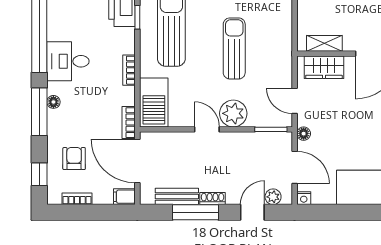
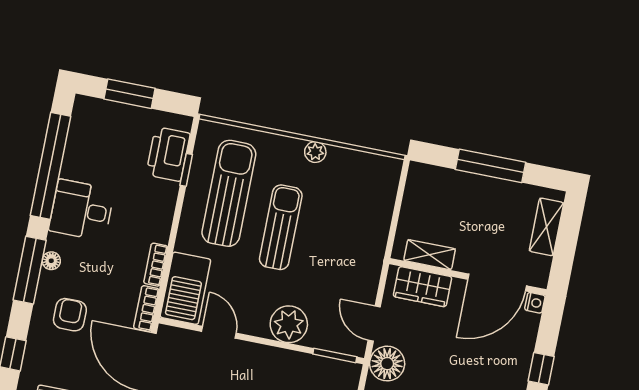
sun lounger: (234, 48) -> (281, 227), moved
bookcase: (129, 70) -> (156, 265), moved
door: (207, 129) -> (219, 332), moved
floor lamp: (304, 134) -> (387, 364), width x1.89, depth x1.89
armchair: (74, 159) -> (70, 315), moved

